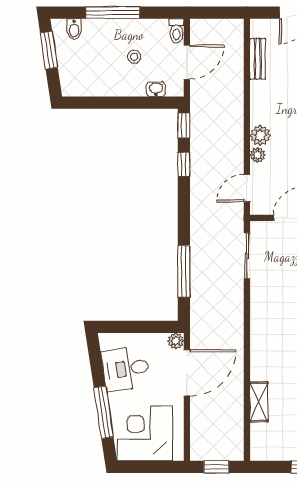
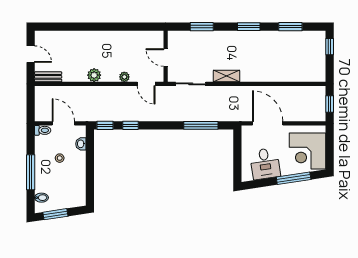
bench: (258, 59) -> (48, 77), moved
plant: (260, 135) -> (94, 75), moved
plant: (176, 341) -> (247, 131), removed
shelving: (259, 402) -> (227, 76), moved

